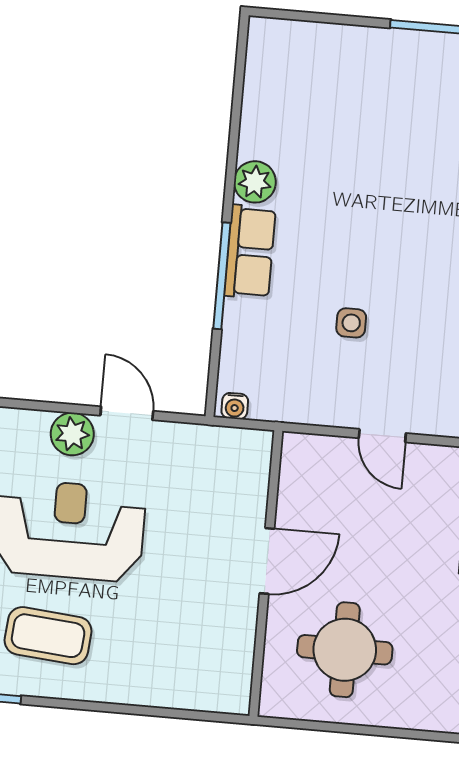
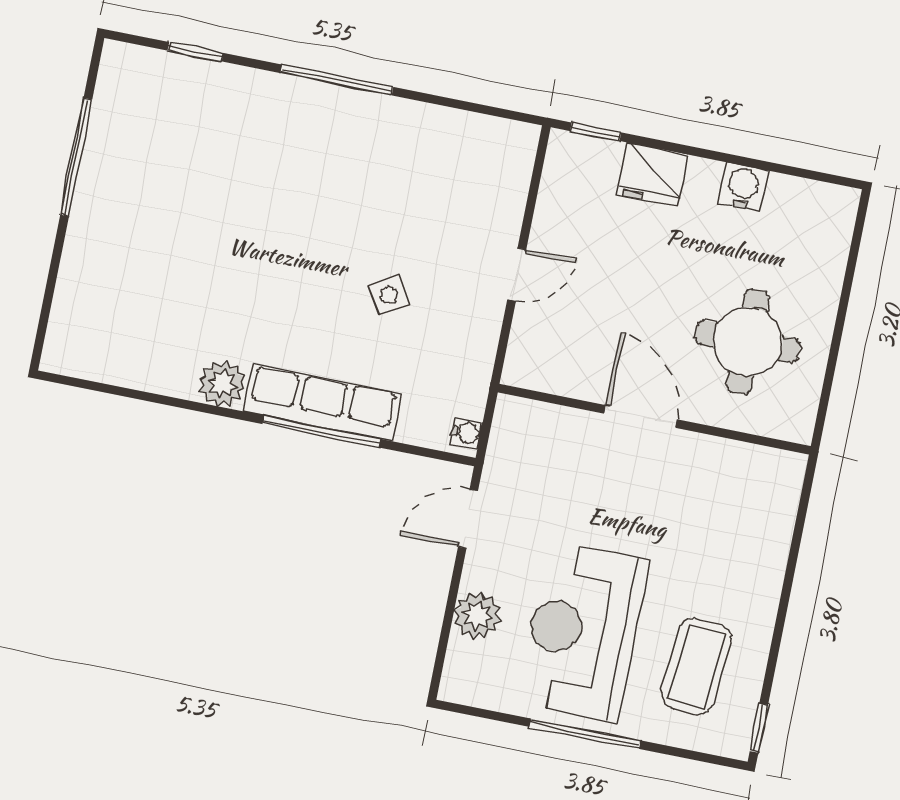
row of seats: (250, 252) -> (322, 402), width x1.48
side table: (351, 323) -> (389, 295), turned -32
door: (127, 413) -> (468, 519), moved

